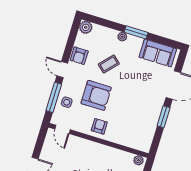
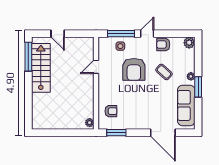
sofa: (158, 53) -> (186, 105), width x1.36
window: (164, 117) -> (116, 133), moved
armchair: (99, 126) -> (111, 111), moved
door: (62, 129) -> (96, 67), moved

